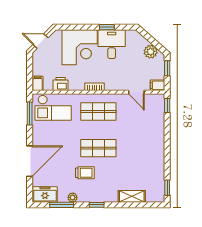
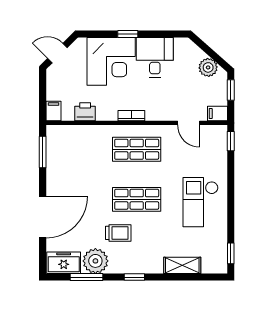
window: (107, 27) -> (128, 34), moved
checkout: (53, 108) -> (201, 202), moved, turned 90
plant: (73, 197) -> (95, 261), width x1.88, depth x1.88

